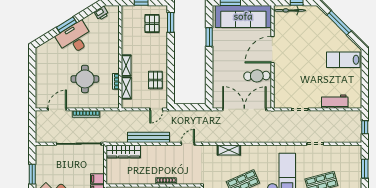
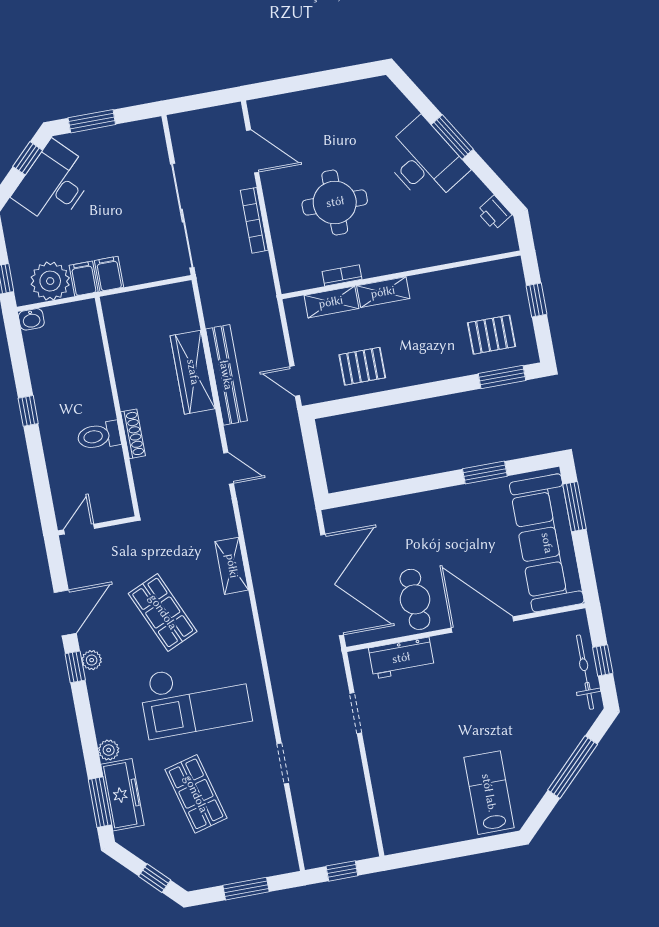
bicycle: (290, 10) -> (585, 672), moved
workbench: (335, 102) -> (401, 658), moved, turned 90
wardrobe: (123, 151) -> (193, 372), moved

